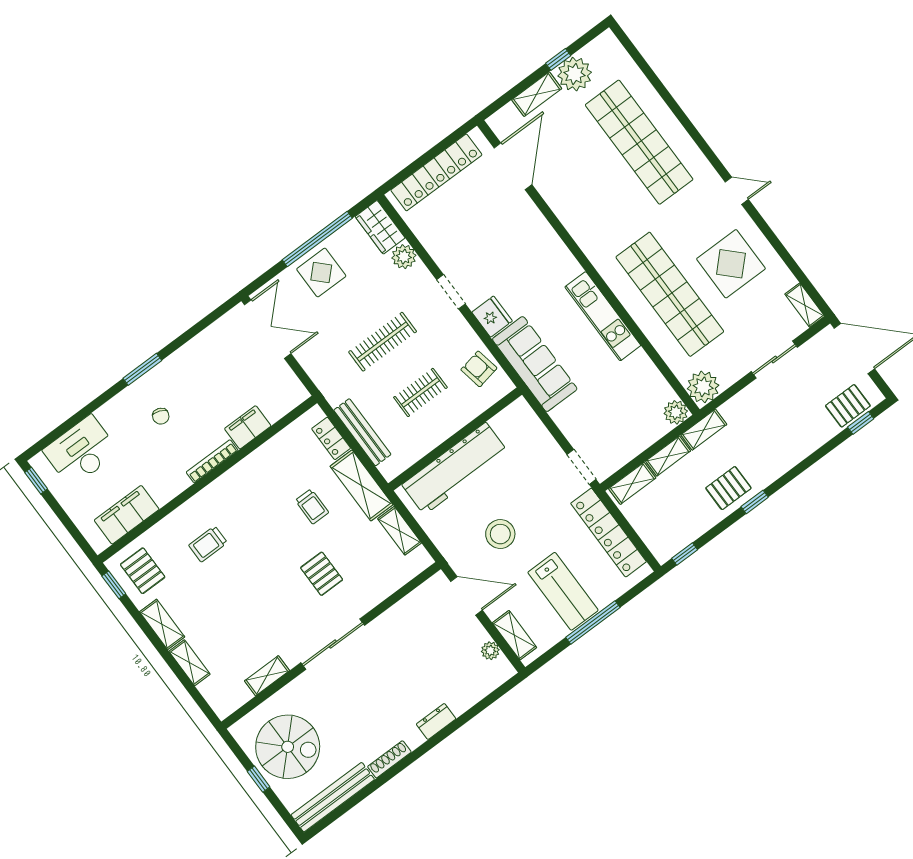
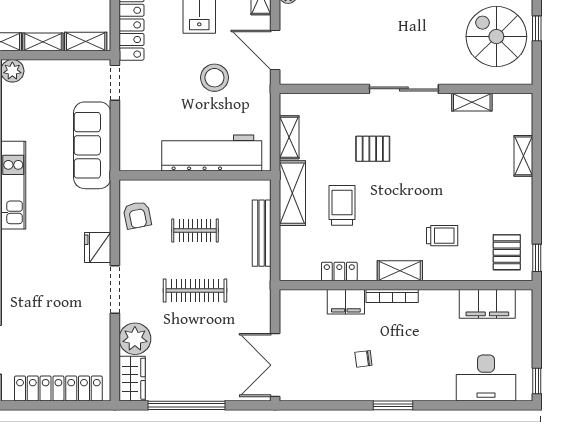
plant: (404, 257) -> (135, 339), width x1.36, depth x1.36
display table: (321, 273) -> (202, 378), removed
doorway: (451, 292) -> (115, 290), width x1.38
sofa: (535, 364) -> (92, 145), moved
chair: (161, 416) -> (363, 359), moved, turned -118
locker: (331, 438) -> (339, 271), moved, turned -90
trolley: (312, 506) -> (342, 205), width x1.36, depth x1.39
pallet: (322, 574) -> (373, 149), turned 90
shelving: (162, 624) -> (400, 271), moved, turned 90

